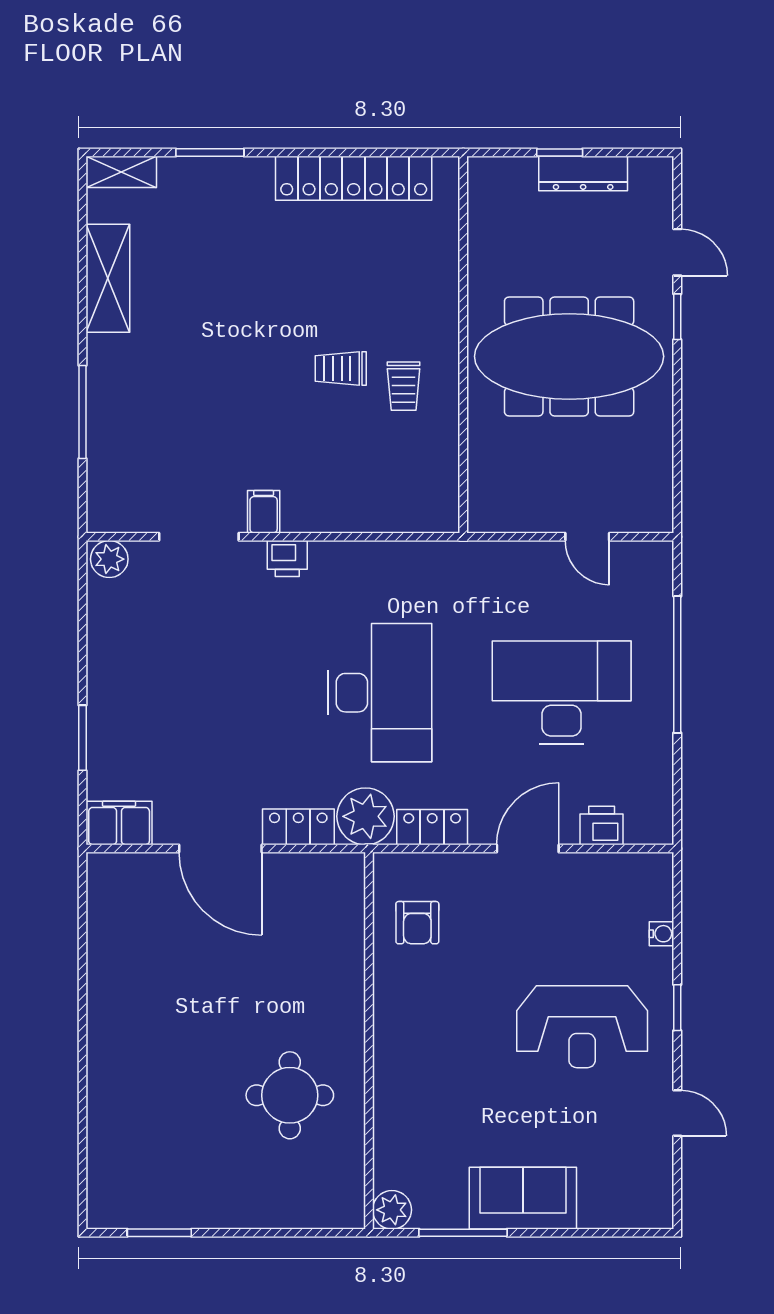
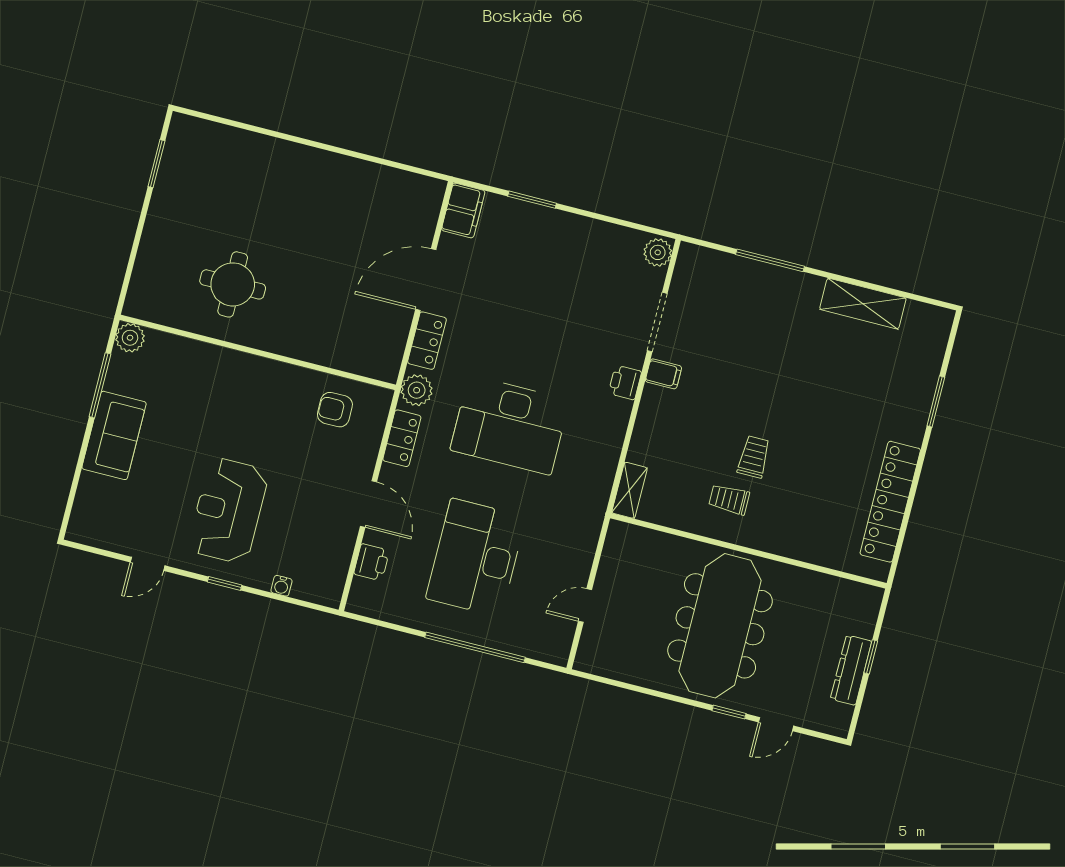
shelving: (121, 172) -> (629, 490), moved
desk: (562, 693) -> (476, 558), turned 180
plant: (365, 816) -> (417, 390), width x0.73, depth x0.73

